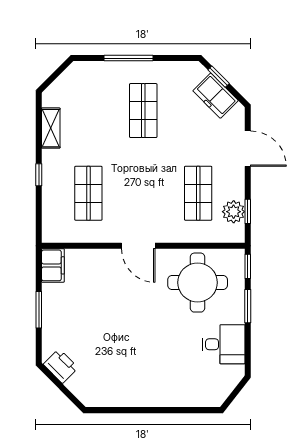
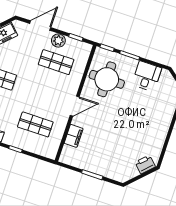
plant: (234, 212) -> (58, 41), moved
filing cabinet: (53, 265) -> (74, 136), moved, turned 90
printer: (61, 366) -> (145, 164), moved

